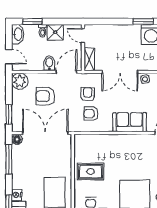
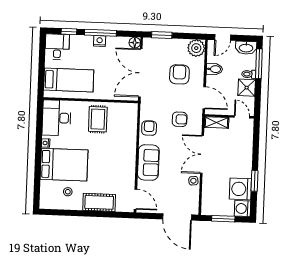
window: (32, 21) -> (259, 64), width x1.44
door: (83, 36) -> (242, 117), hinge flipped
bidet: (49, 63) -> (214, 69), moved
armchair: (91, 114) -> (149, 128), moved
double door: (45, 133) -> (140, 73), swing flipped
window: (9, 159) -> (100, 33), moved
nightstand: (17, 195) -> (100, 41), moved

